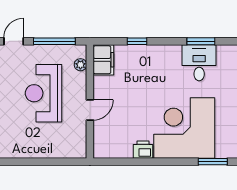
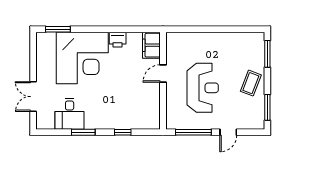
window: (201, 41) -> (83, 132), moved
filing cabinet: (103, 60) -> (151, 45), moved
plant: (80, 65) -> (171, 112), removed

